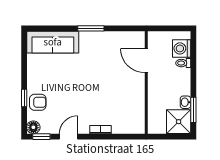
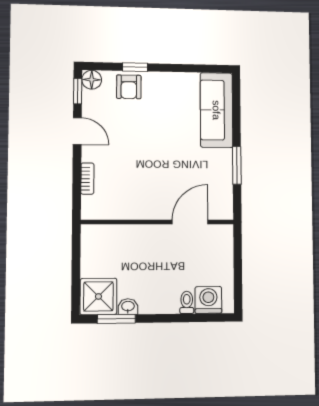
door: (146, 61) -> (190, 222), moved
wall: (146, 82) -> (158, 222), moved

